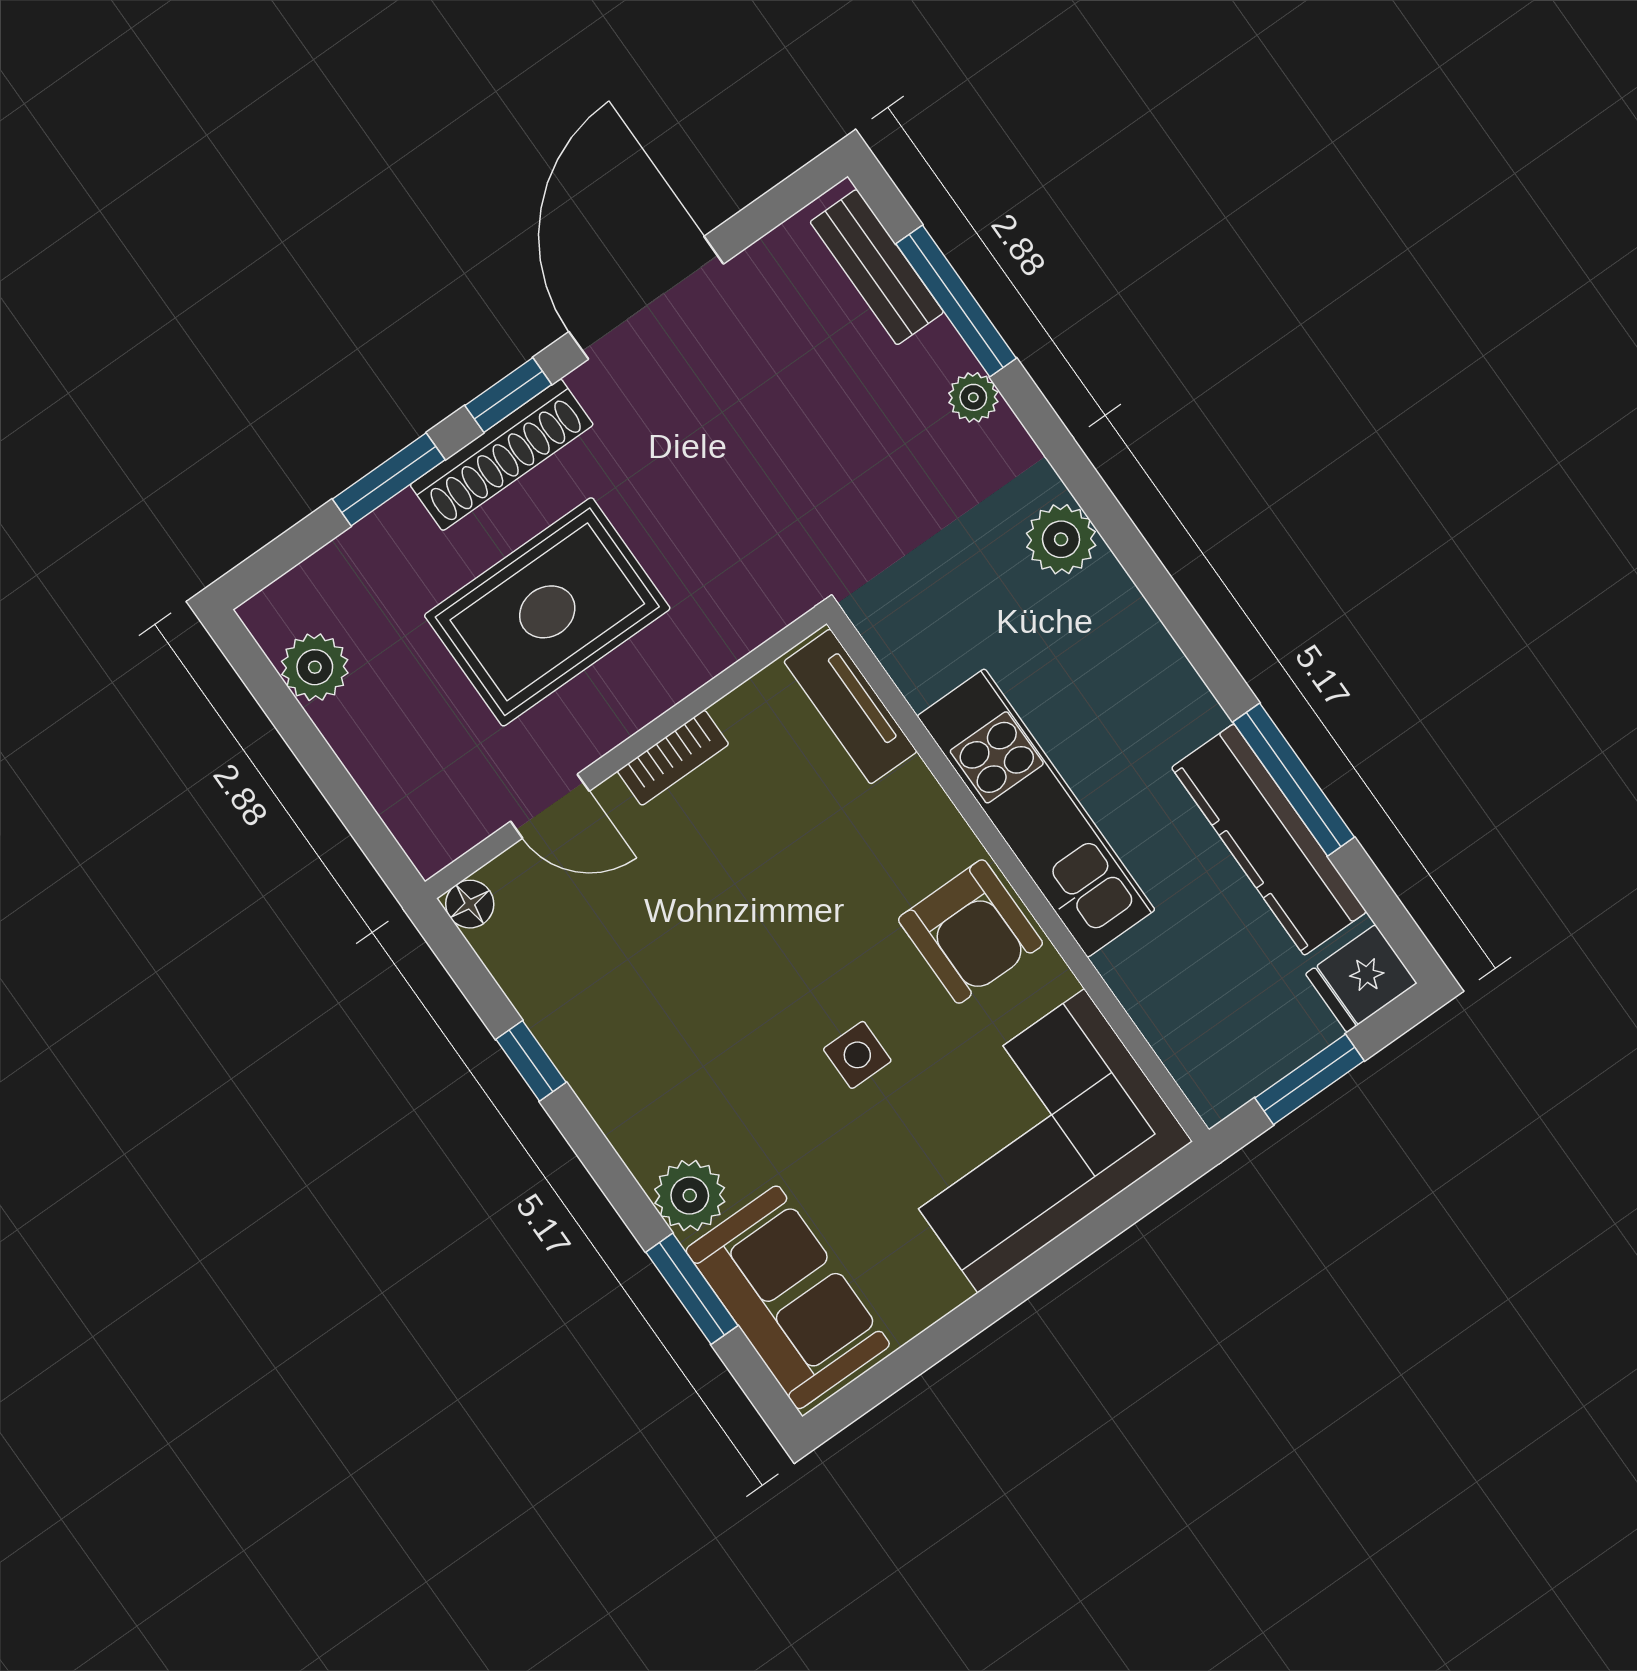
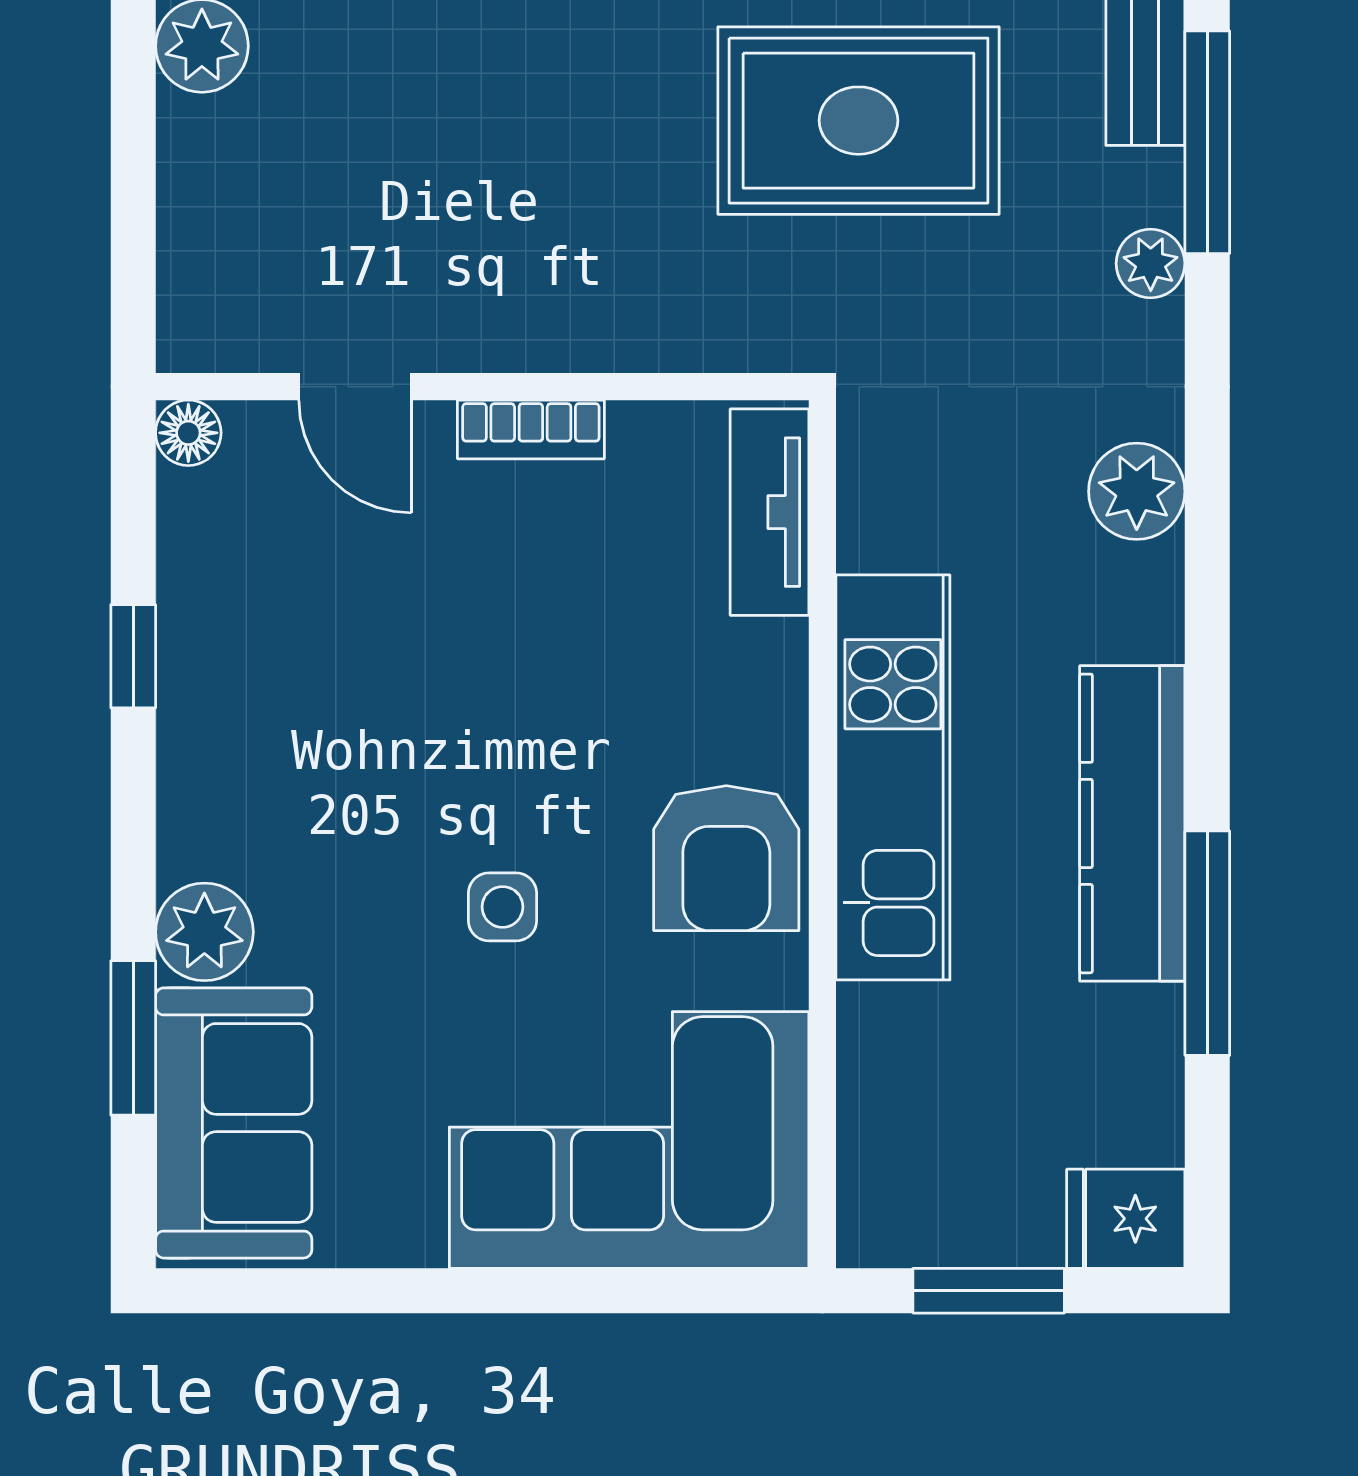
rug: (547, 612) -> (858, 121), moved
kitchen counter: (1269, 840) -> (1132, 823), moved

